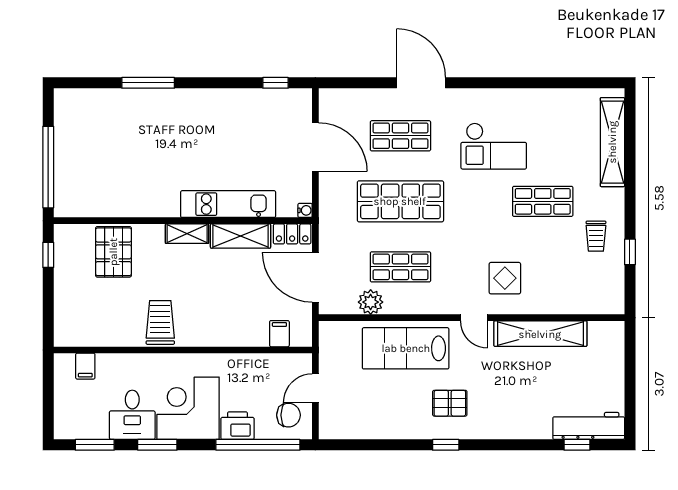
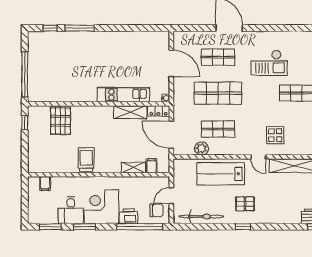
window: (275, 83) -> (50, 28), moved
shelving: (187, 234) -> (133, 168), moved
bicycle: (370, 426) -> (201, 217), added

